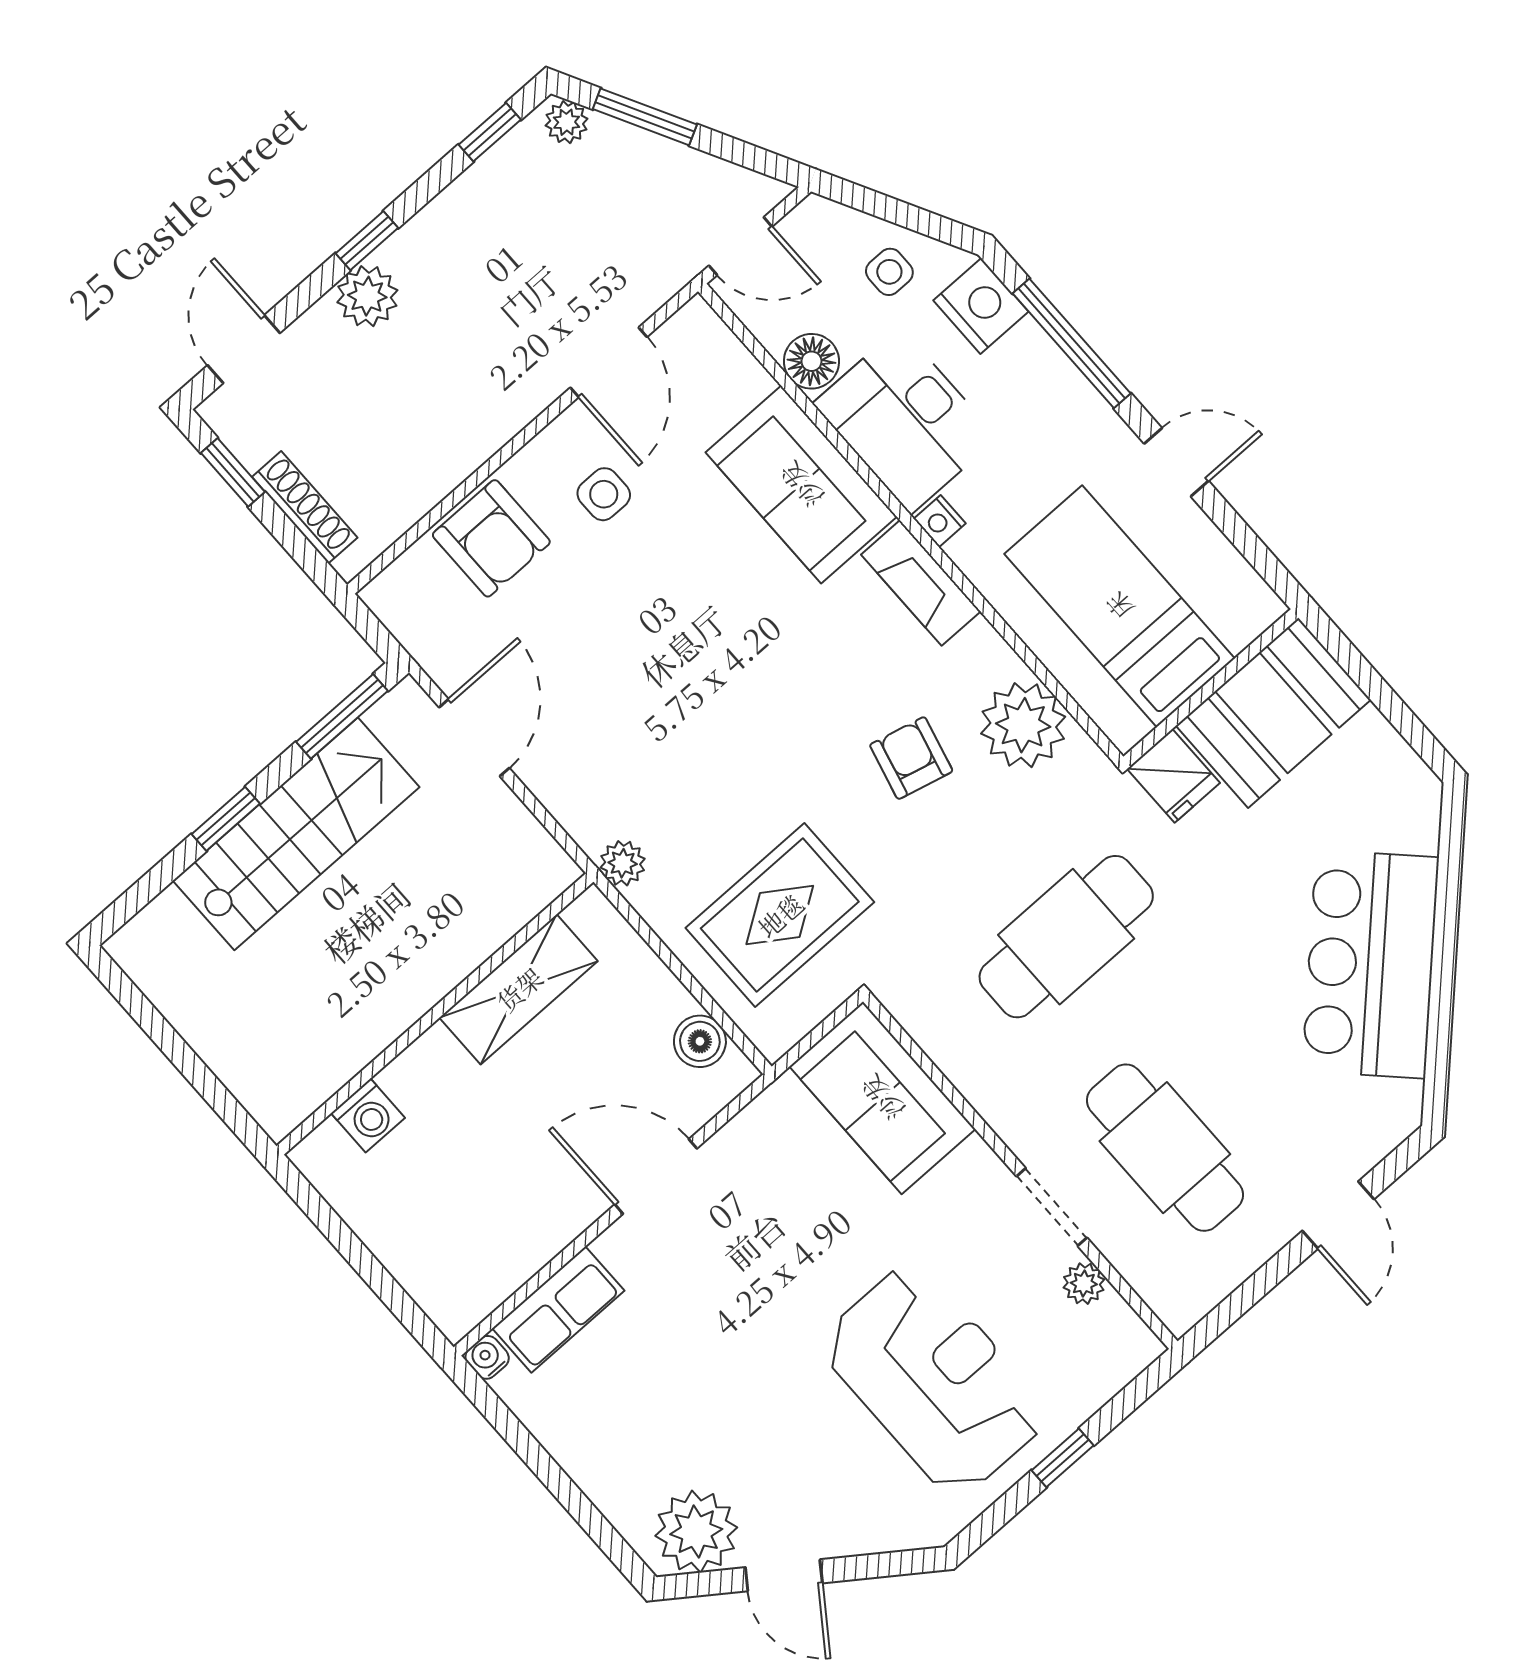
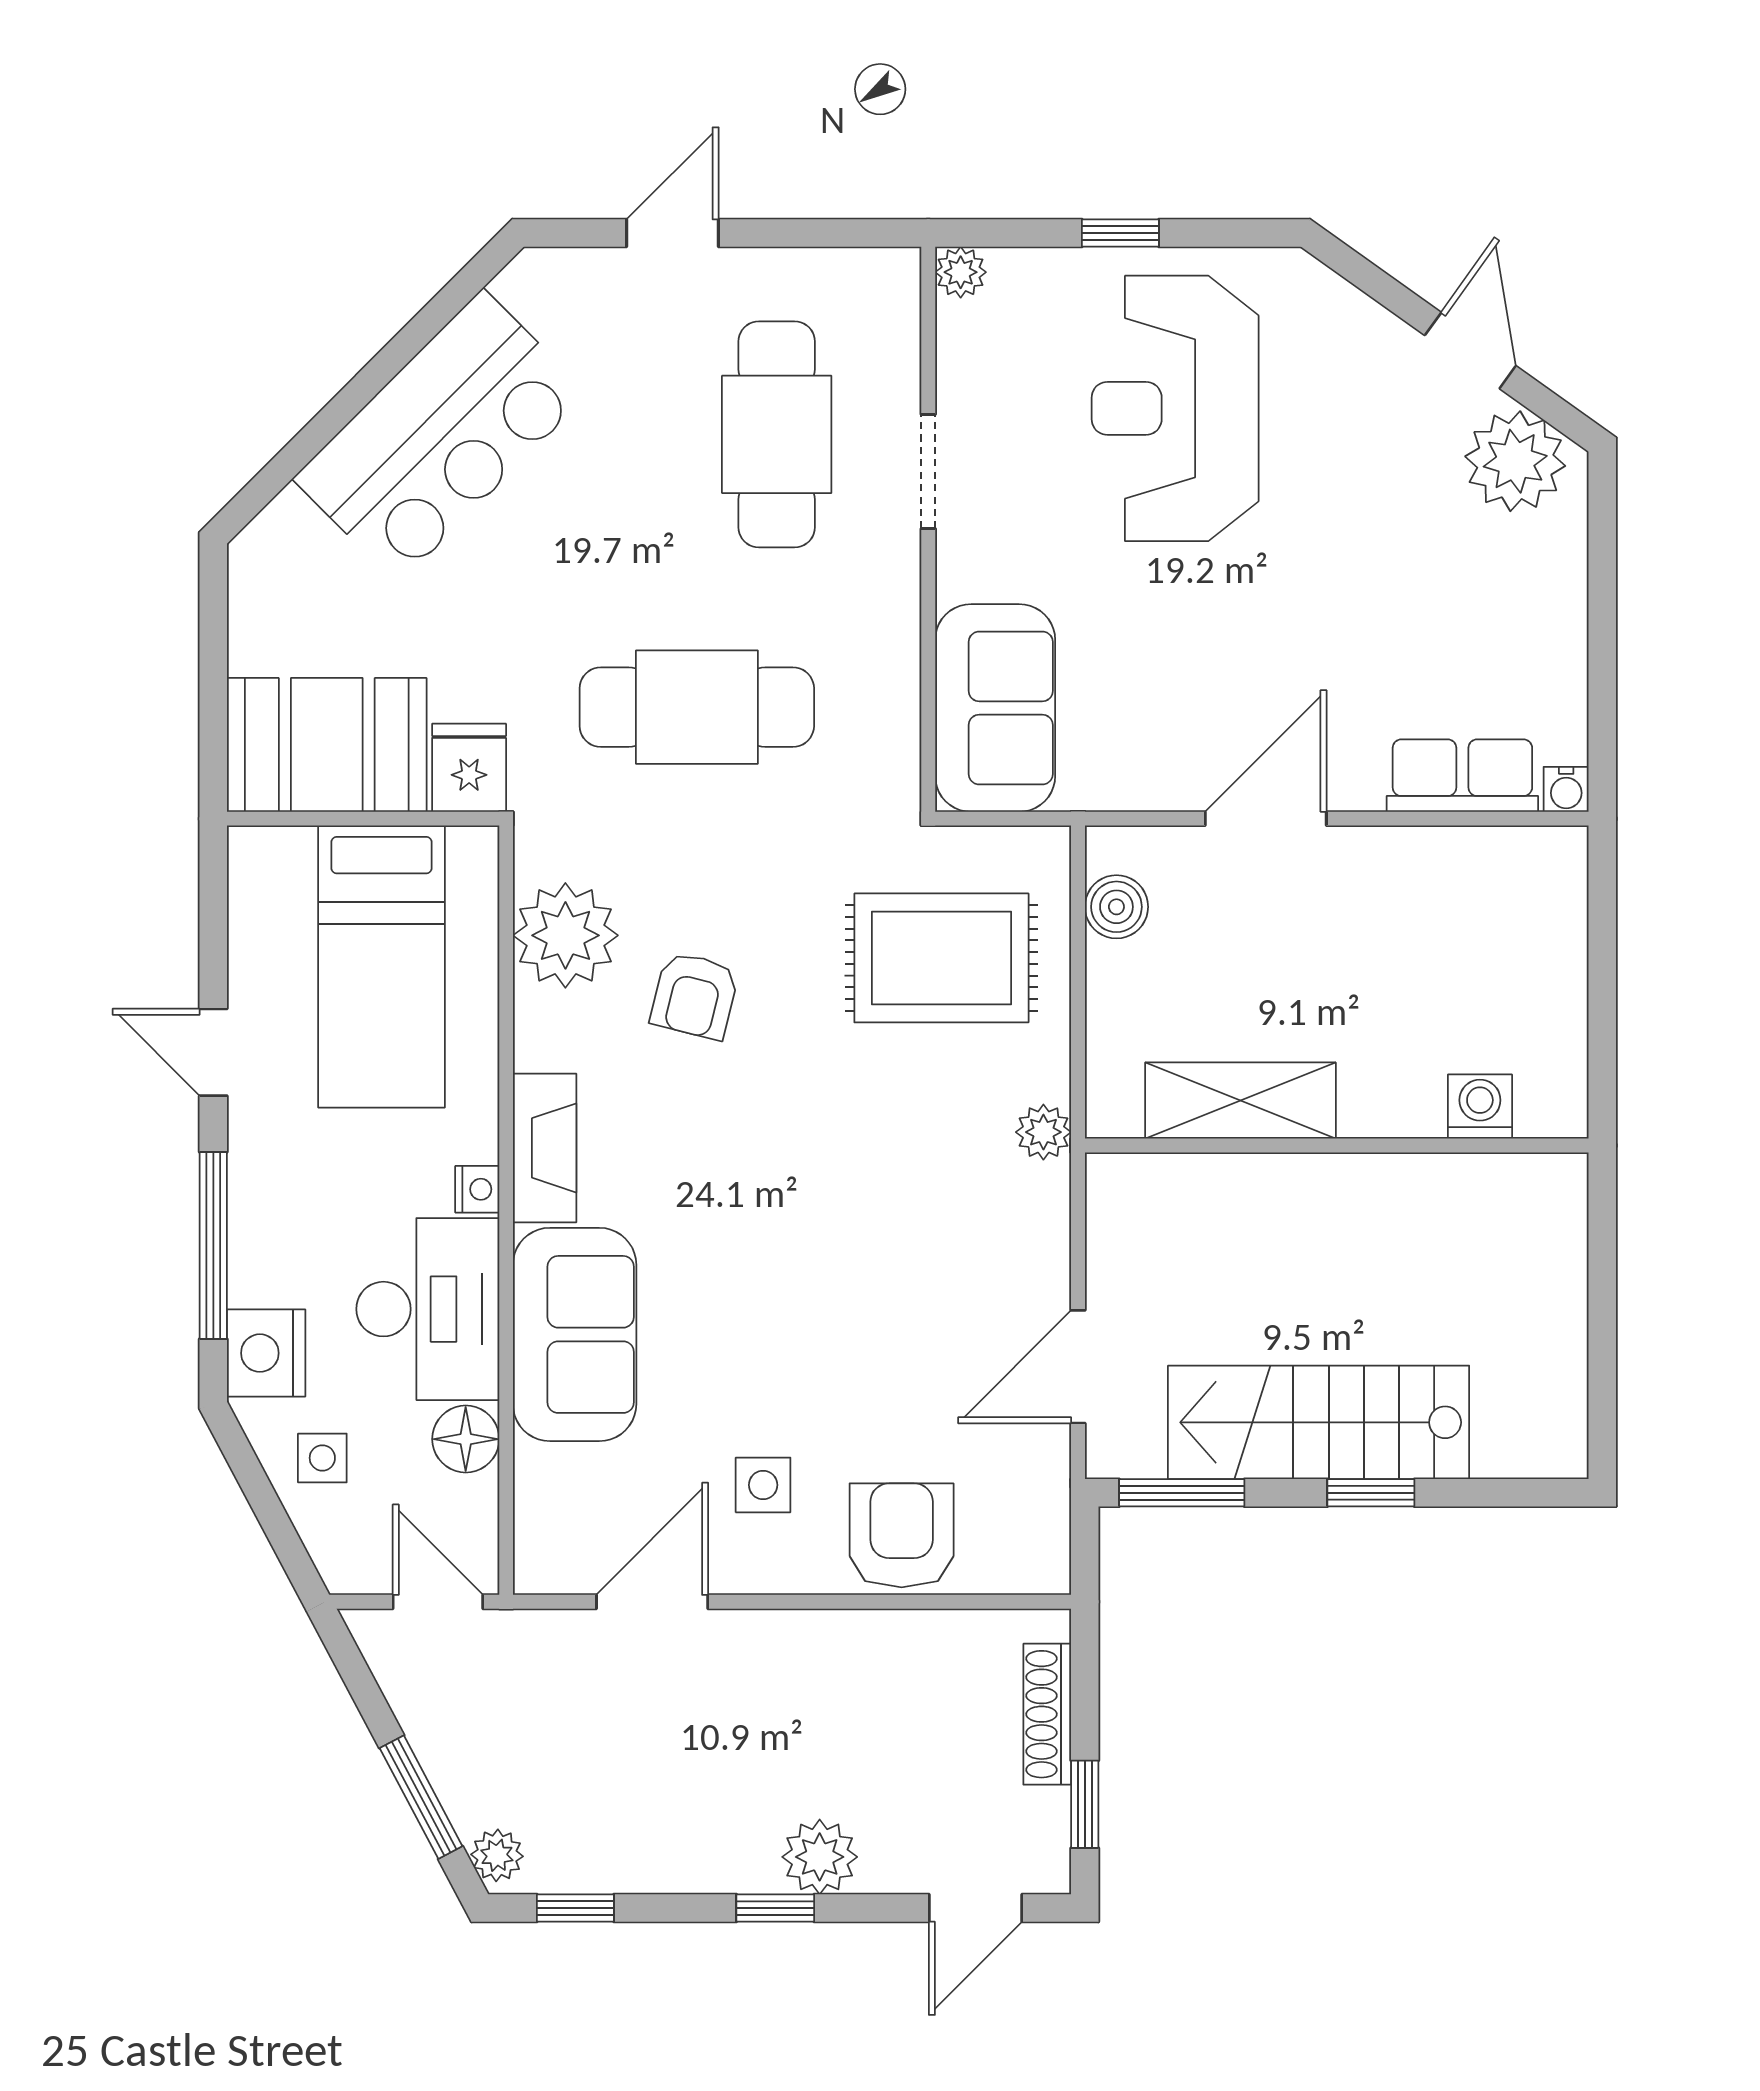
door: (656, 1176) -> (1266, 819), swing flipped
plant: (1084, 1284) -> (961, 272), moved

